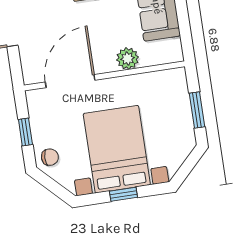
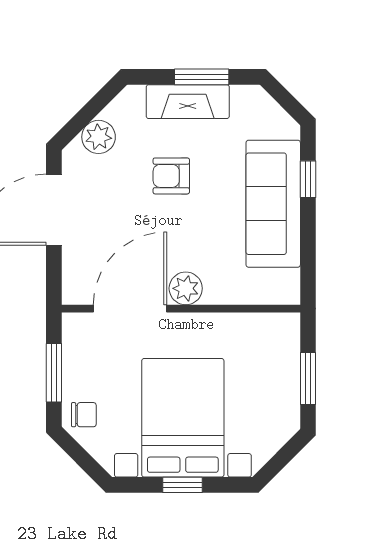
plant: (128, 59) -> (186, 288), moved
window: (25, 132) -> (54, 373), width x1.50

